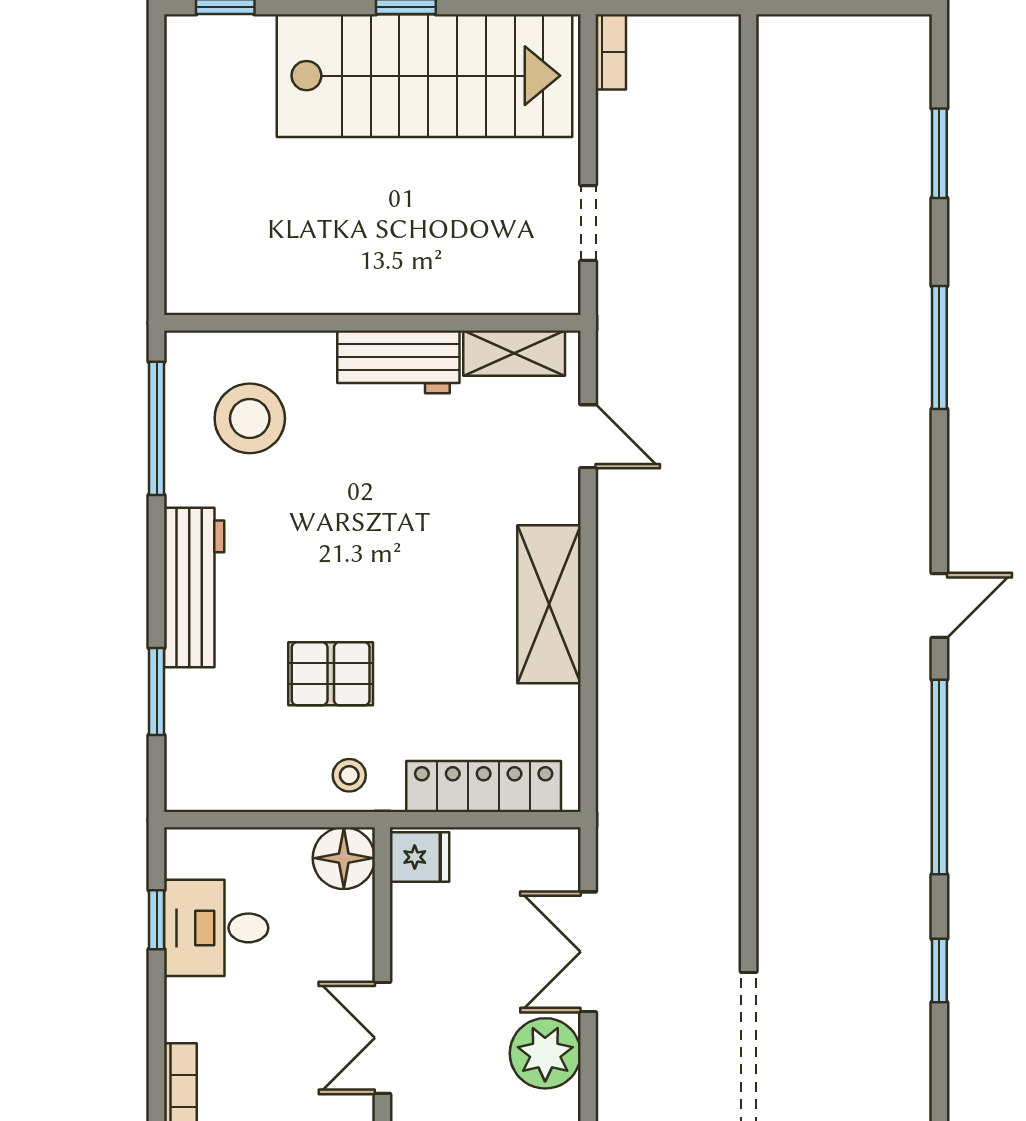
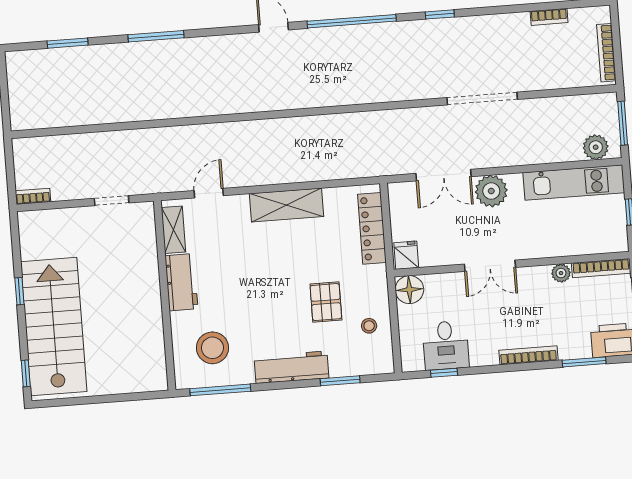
stairs: (425, 76) -> (54, 327), moved
stool: (349, 775) -> (369, 326), moved

